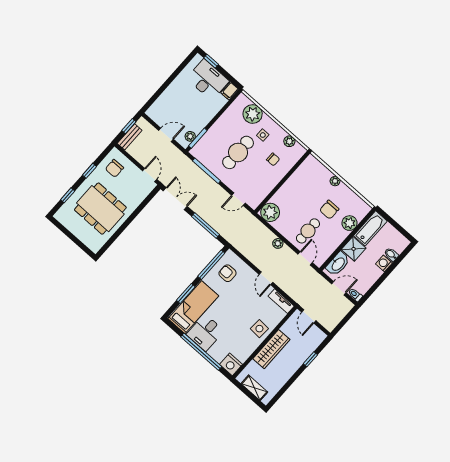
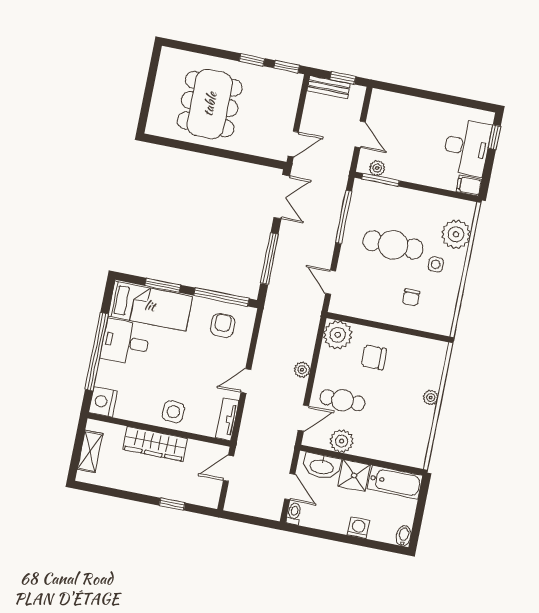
plant: (289, 141) -> (448, 305), removed
chair: (114, 168) -> (275, 91), removed
window: (68, 195) -> (287, 67), moved
chair: (329, 210) -> (374, 357), moved
plant: (349, 223) -> (342, 441), moved
bidet: (391, 254) -> (404, 536), moved

